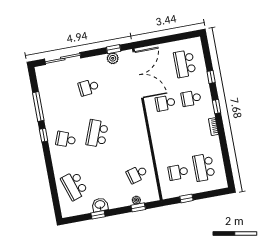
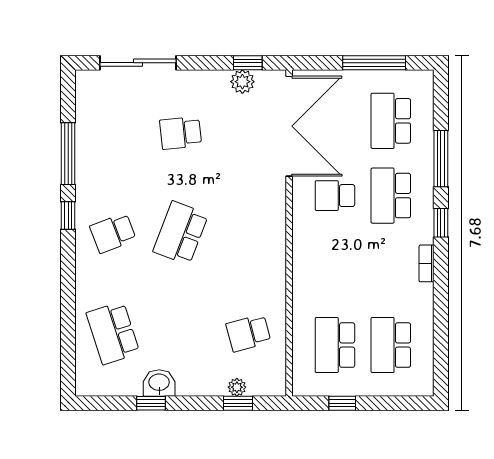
window: (172, 38) -> (374, 63), added
window: (211, 77) -> (441, 159), width x2.17
school desk: (191, 98) -> (391, 196), width x1.85
school desk: (66, 139) -> (113, 233), turned -42
school desk: (178, 172) -> (335, 345), width x1.85

